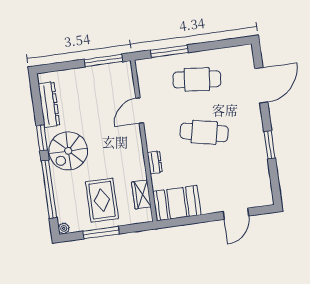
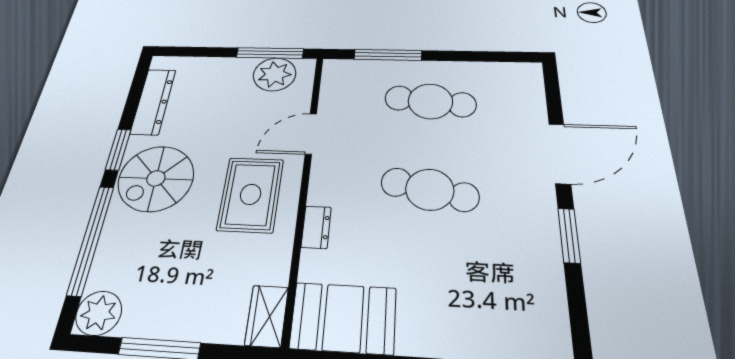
plant: (110, 75) -> (275, 74), added
door: (261, 85) -> (560, 153), moved
wardrobe: (141, 194) -> (267, 316), moved
rug: (102, 200) -> (251, 194), moved
plant: (64, 228) -> (99, 313), width x1.88, depth x1.88

